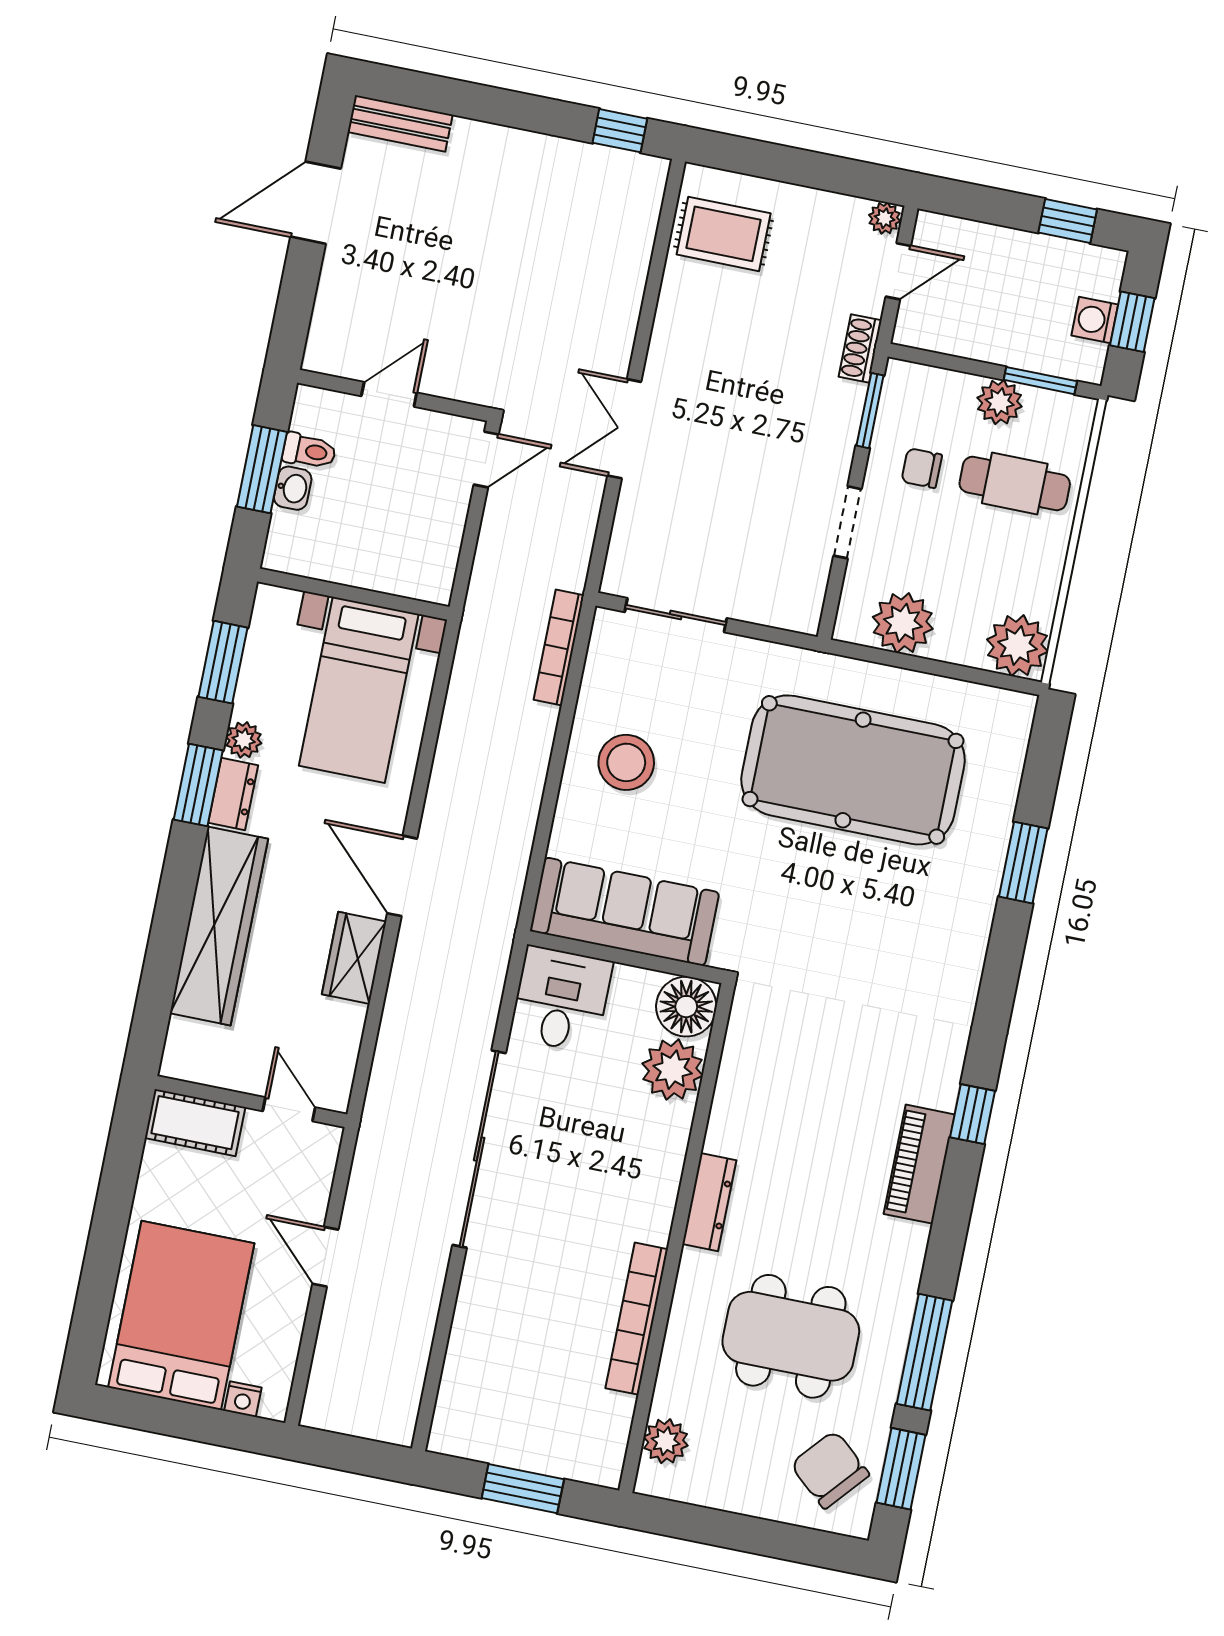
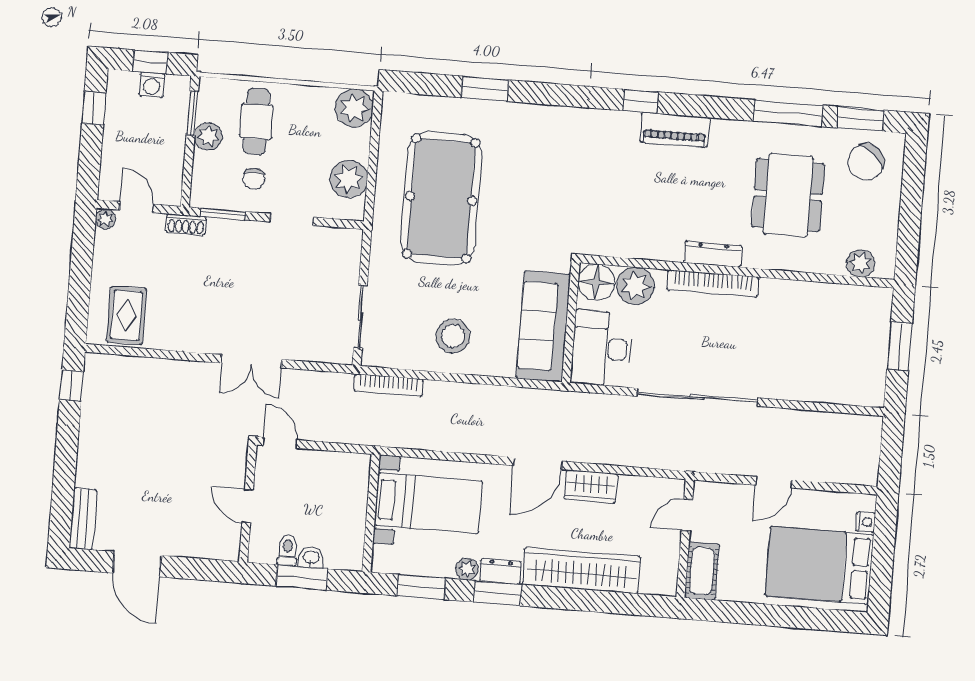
desk: (561, 999) -> (602, 348), width x1.37
bookcase: (637, 1319) -> (713, 284), moved

